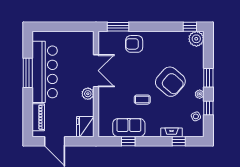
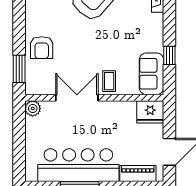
plant: (88, 94) -> (33, 108), moved
coffee table: (142, 100) -> (109, 81), moved
sofa: (129, 128) -> (151, 74), moved

